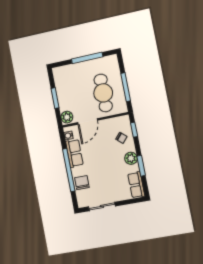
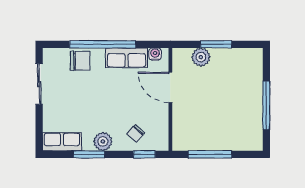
cafe table: (103, 93) -> (208, 119), removed
plant: (67, 117) -> (201, 57), moved

